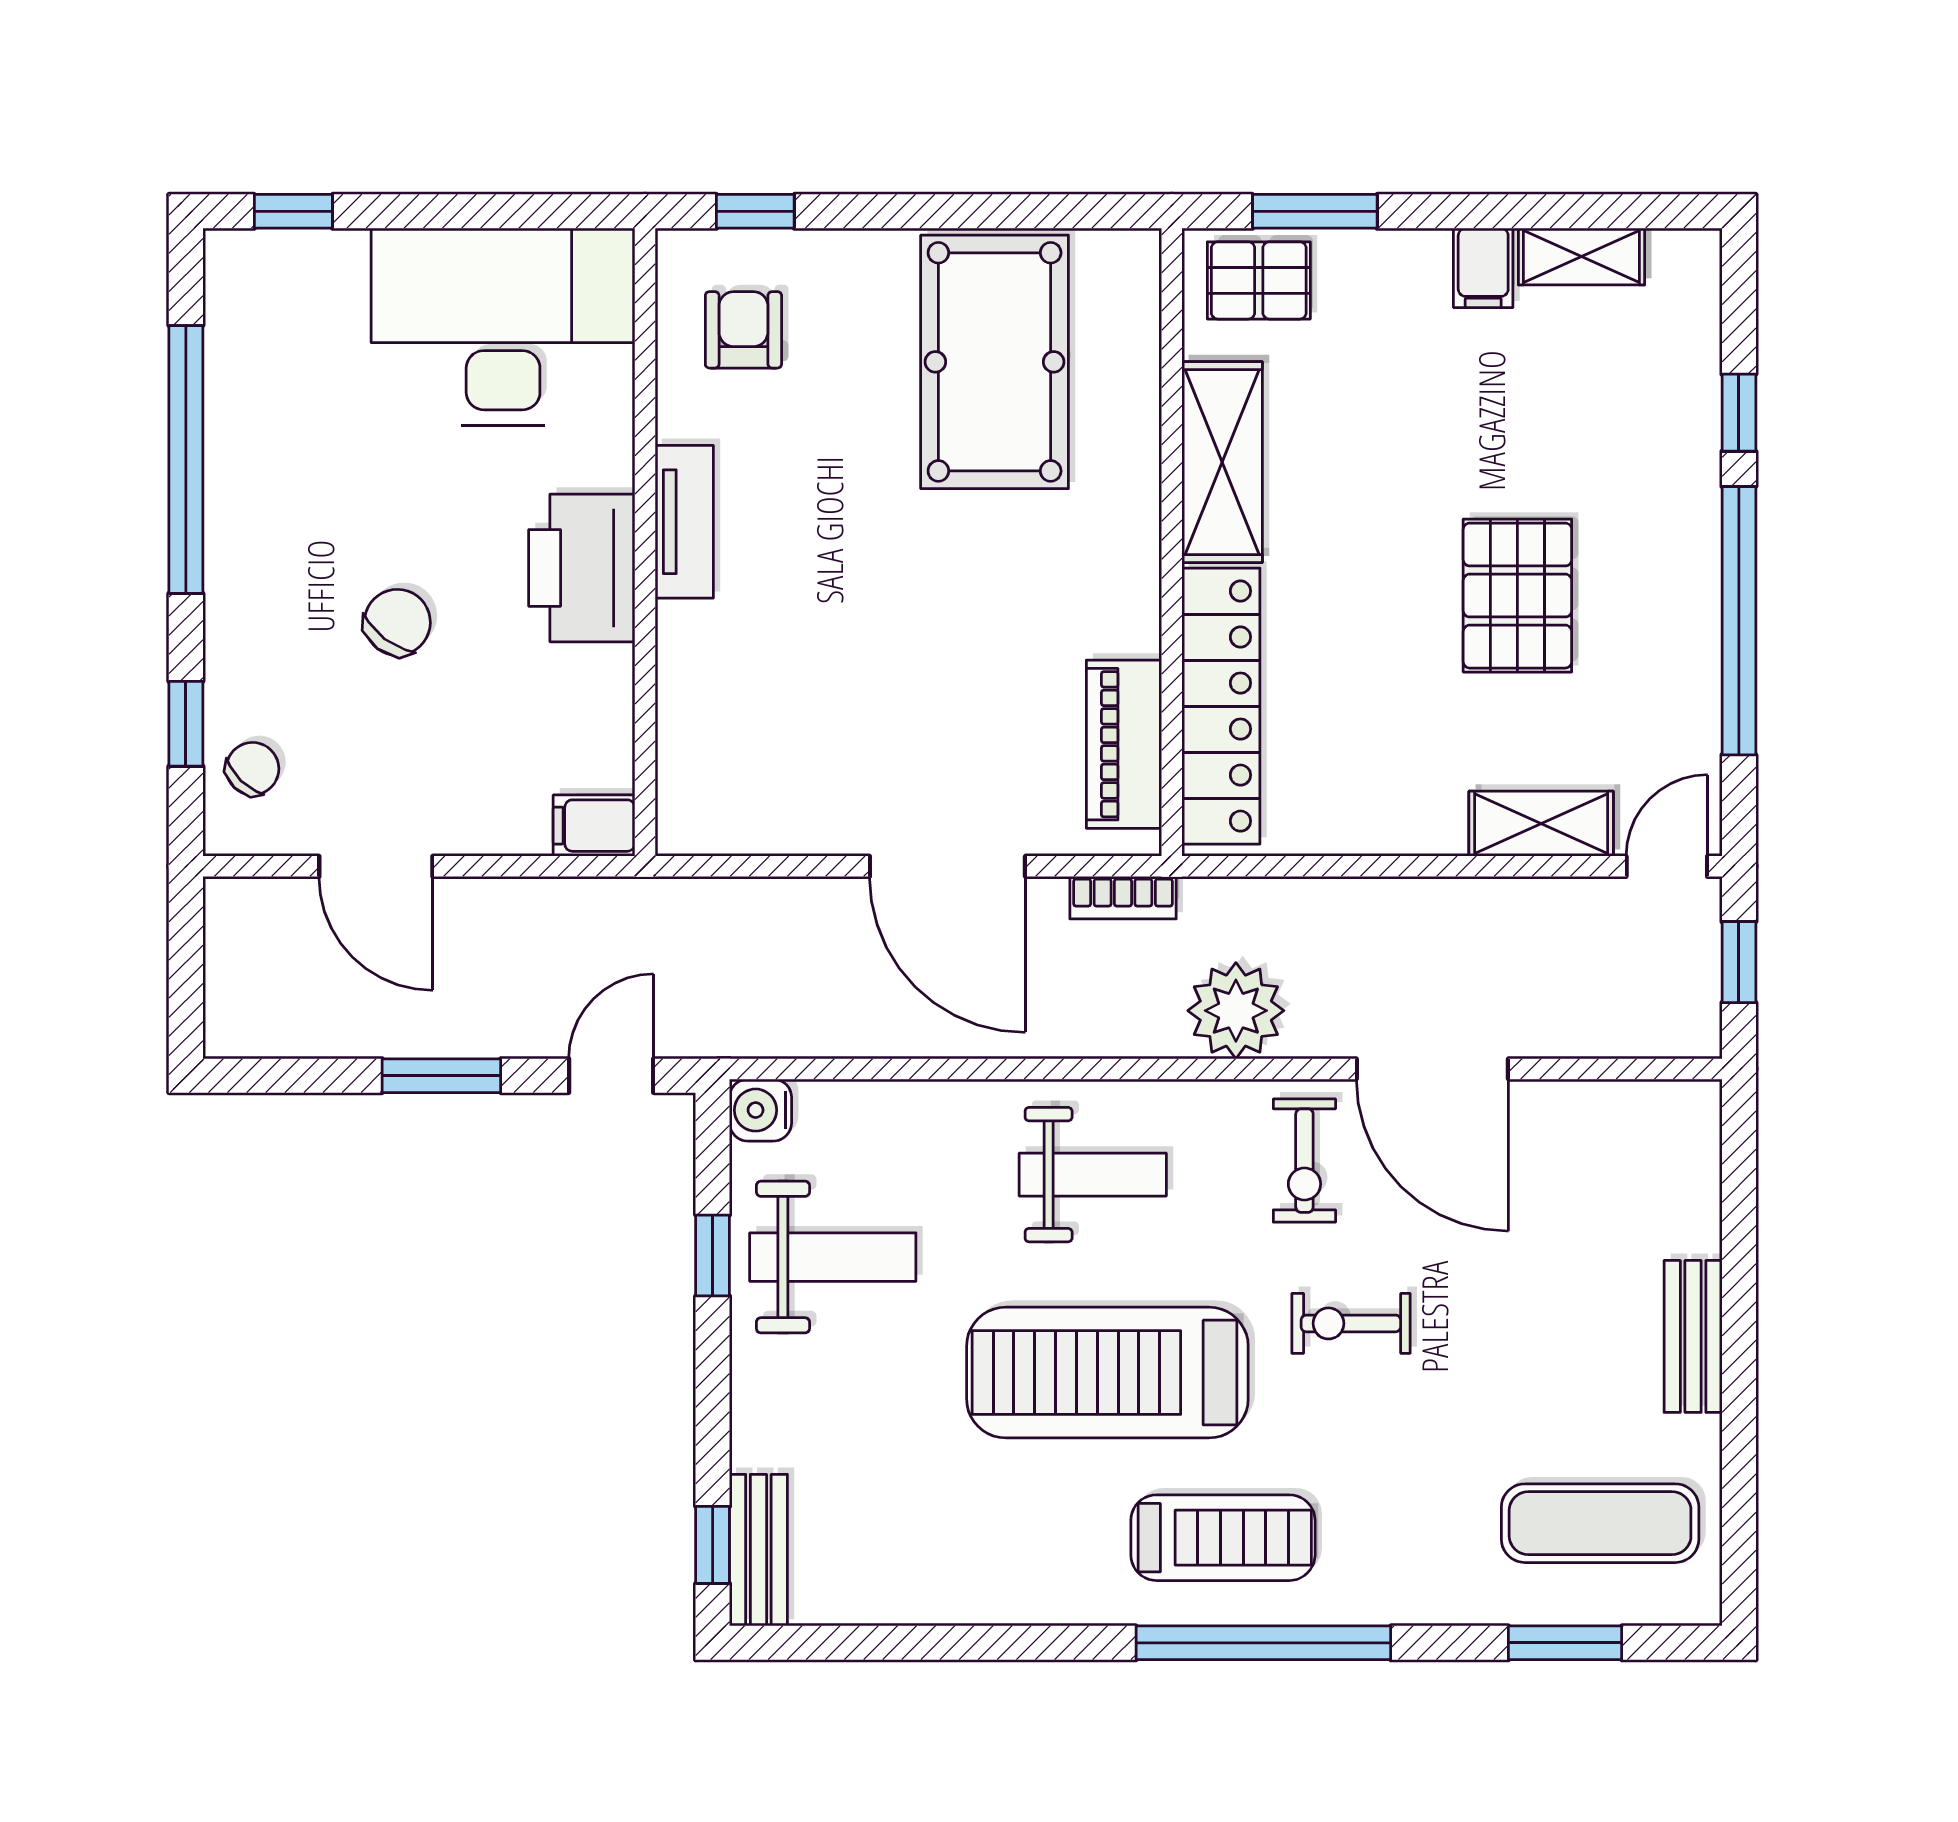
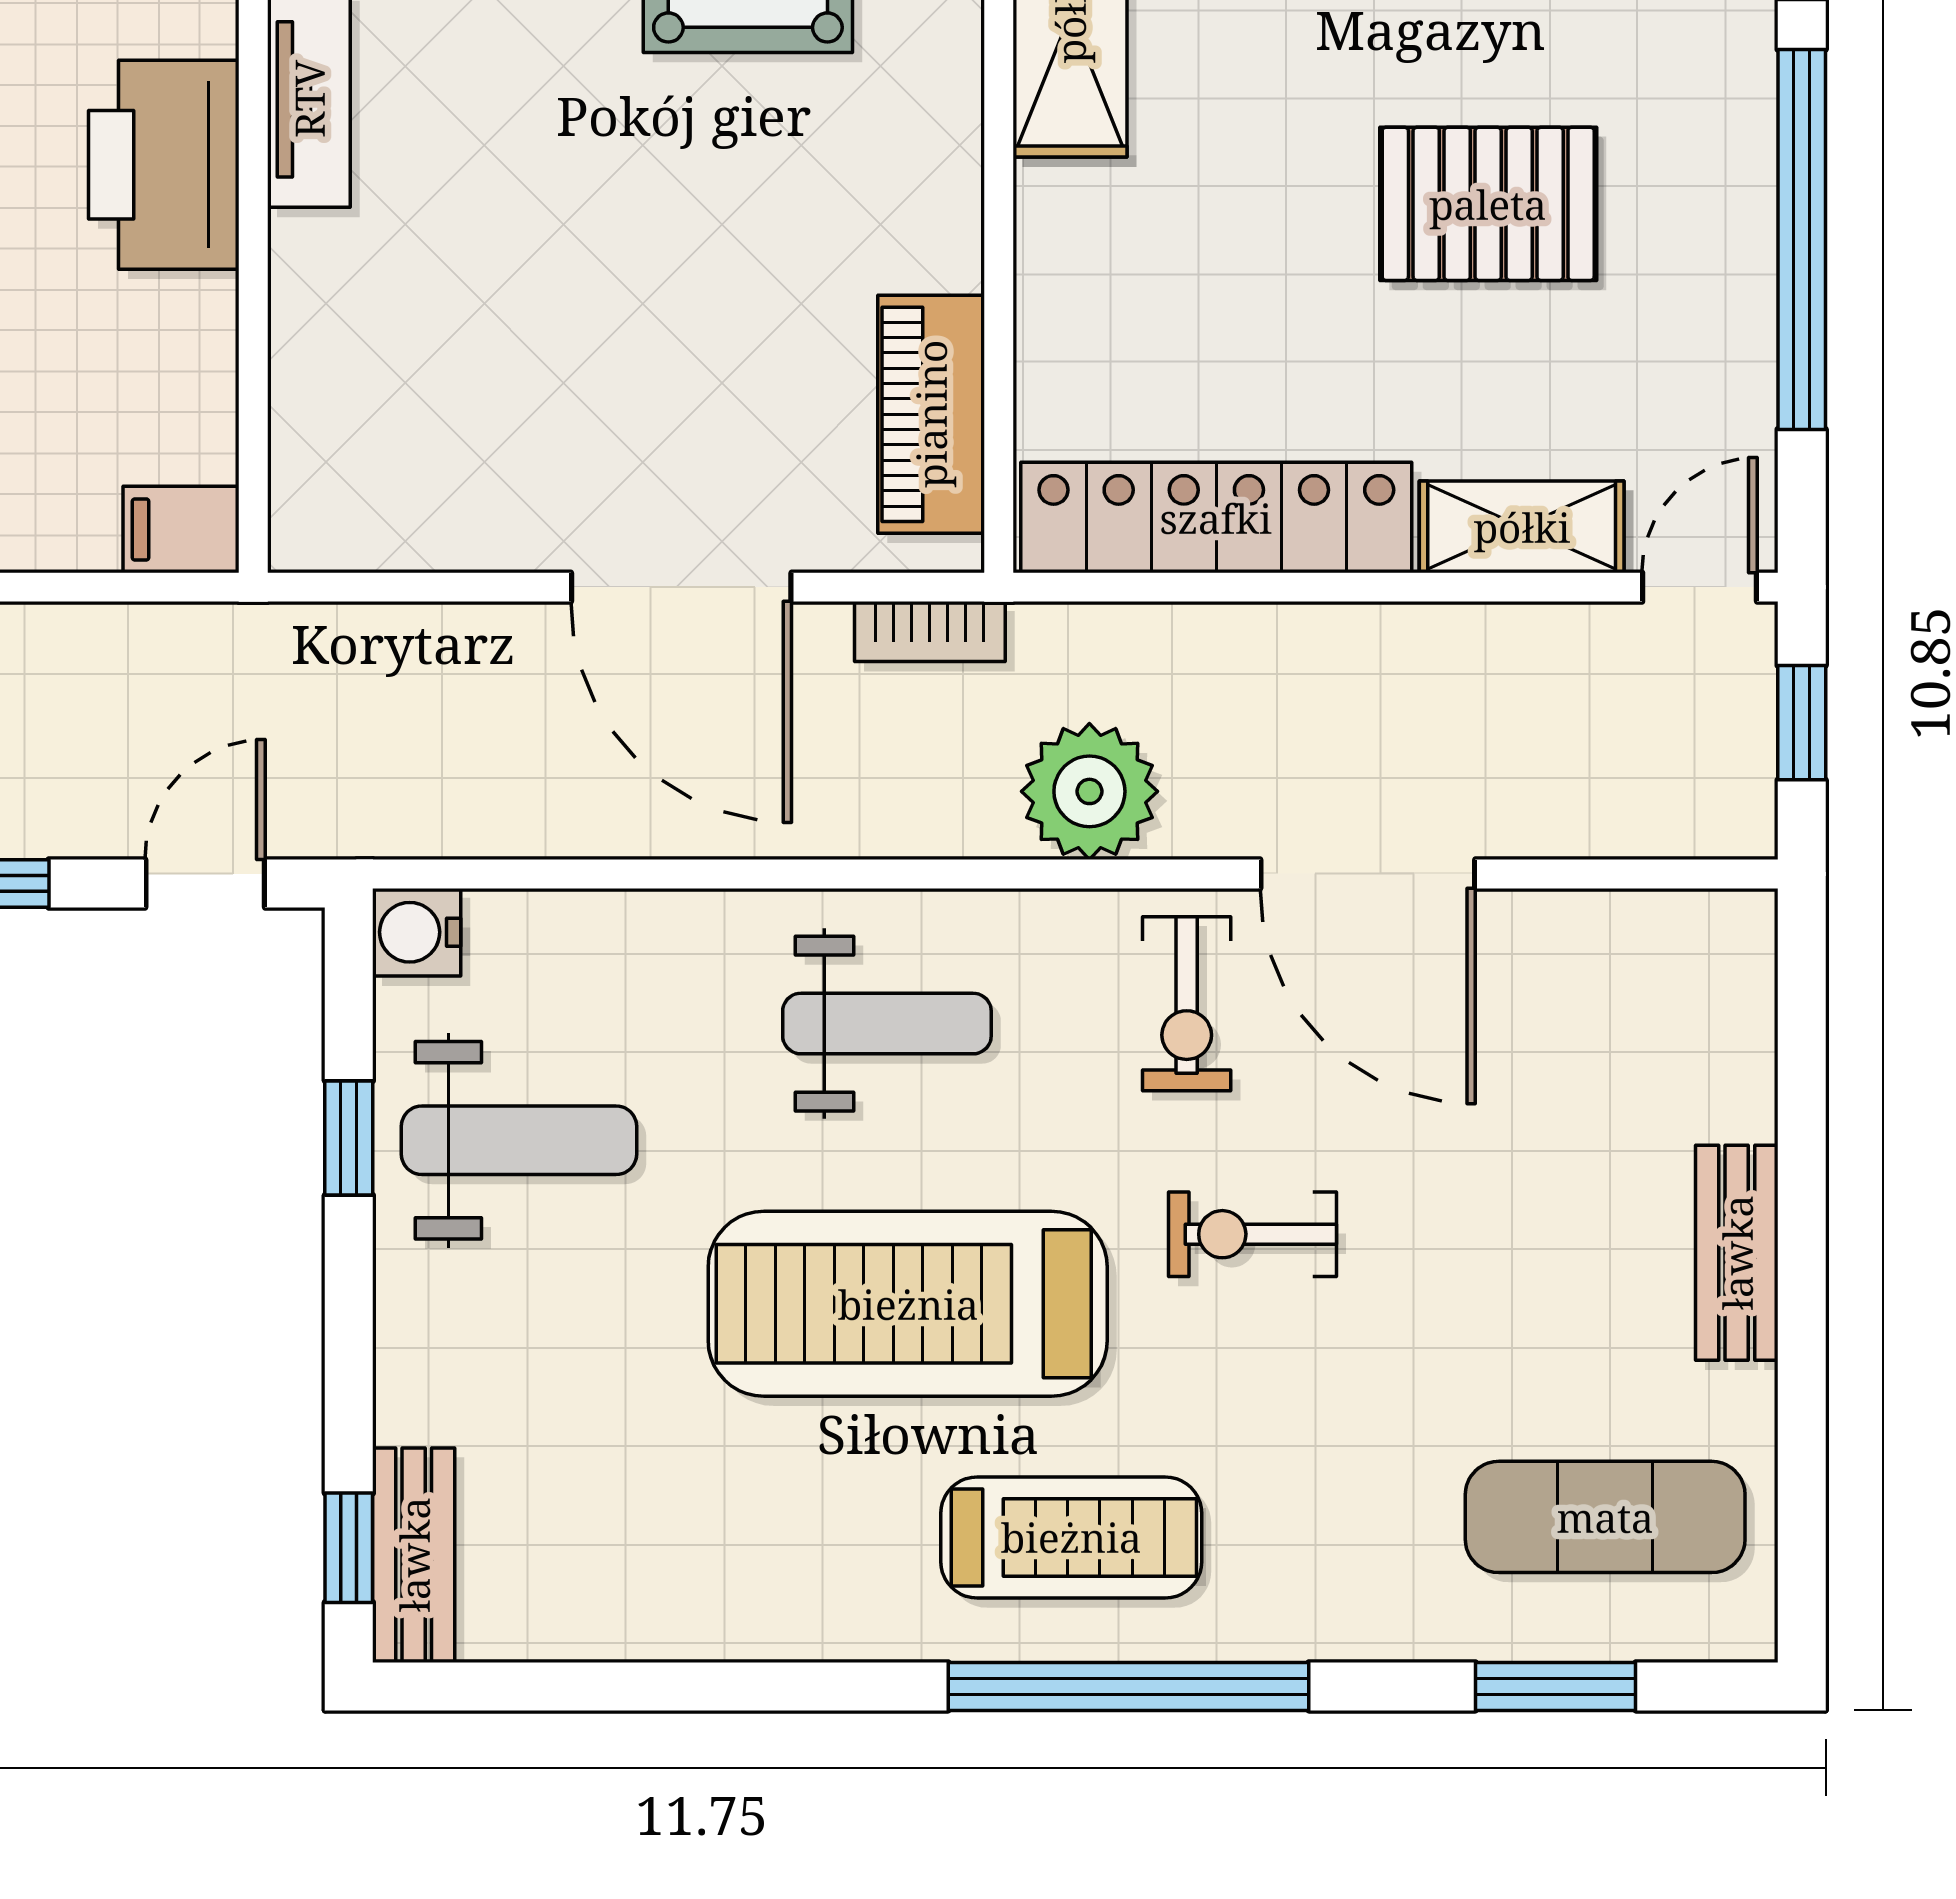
pallet: (1517, 596) -> (1488, 204), turned 90
locker: (1221, 706) -> (1216, 518), moved, turned -90

